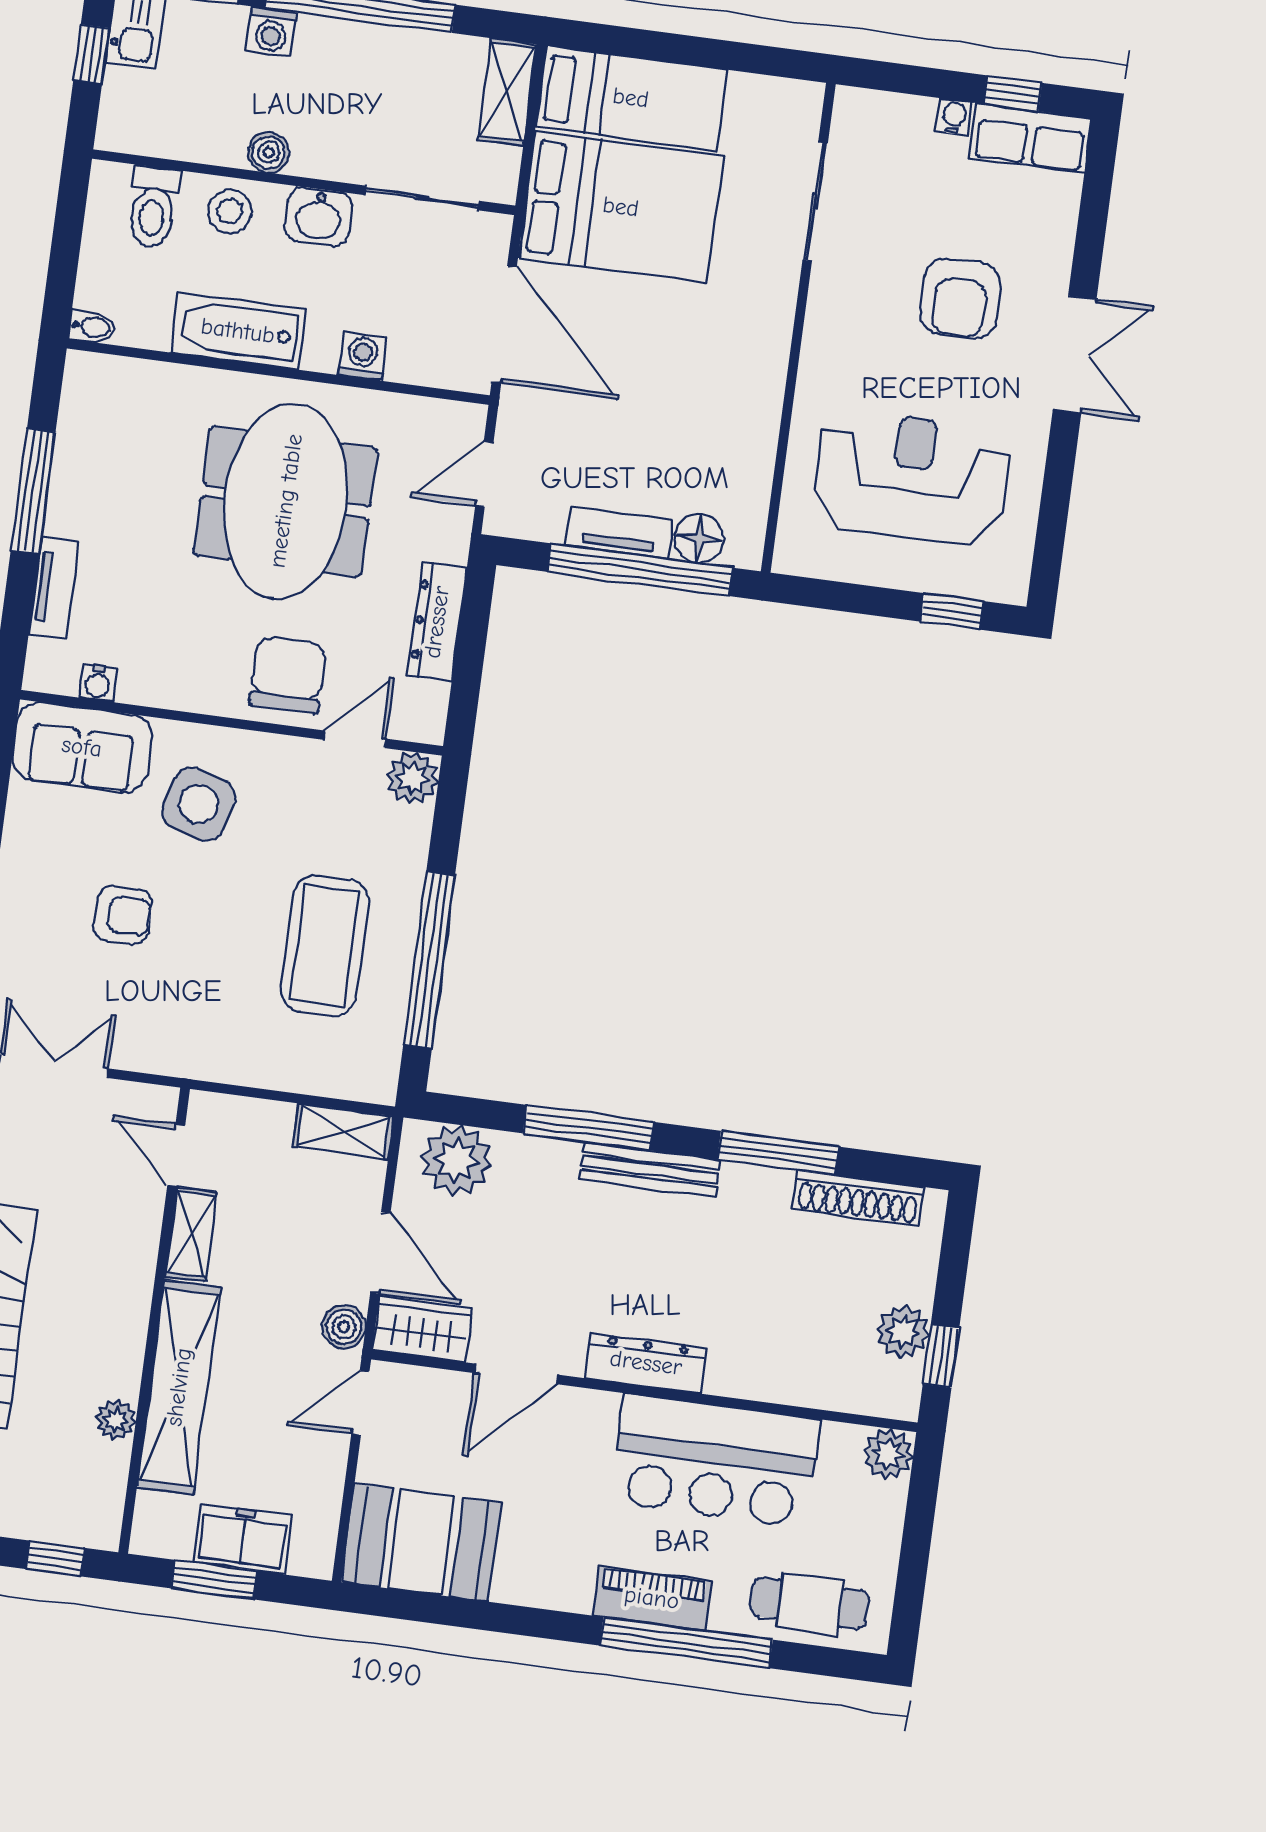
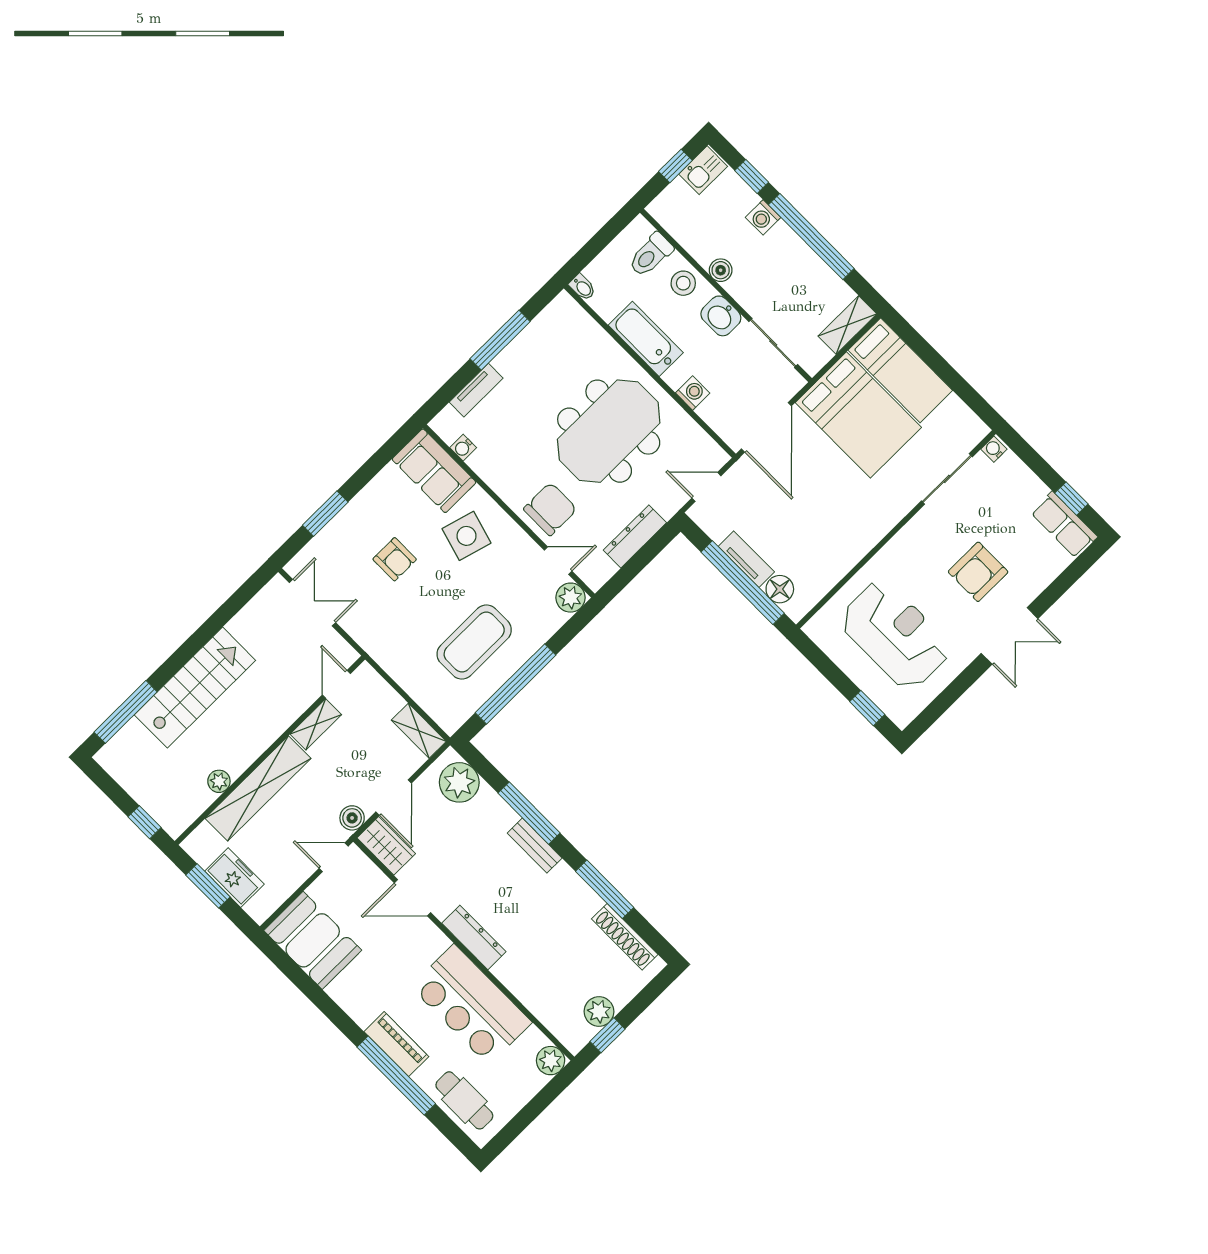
water cooler: (954, 117) -> (994, 449), moved, turned -90
bench: (650, 1170) -> (535, 846), width x0.73

